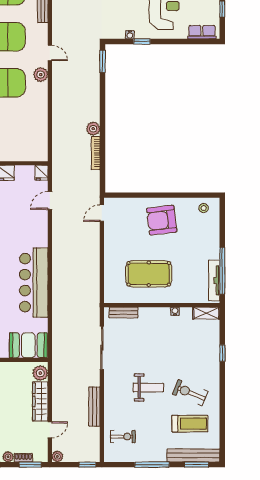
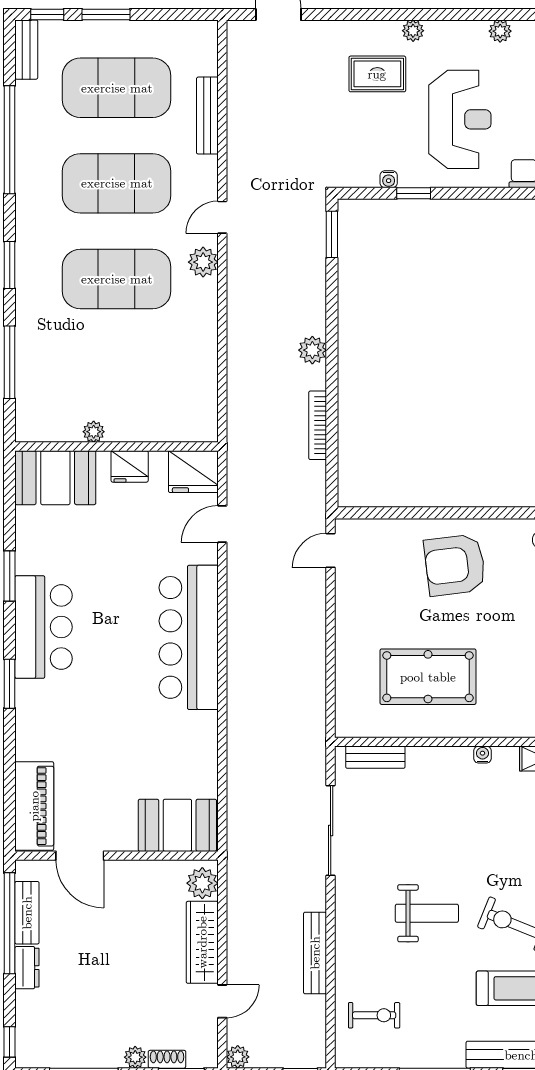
door: (50, 53) -> (222, 217), swing flipped
plant: (93, 129) -> (312, 350), moved
fridge: (42, 173) -> (193, 472), width x1.88, depth x1.34
bar counter: (34, 283) -> (189, 637), moved

